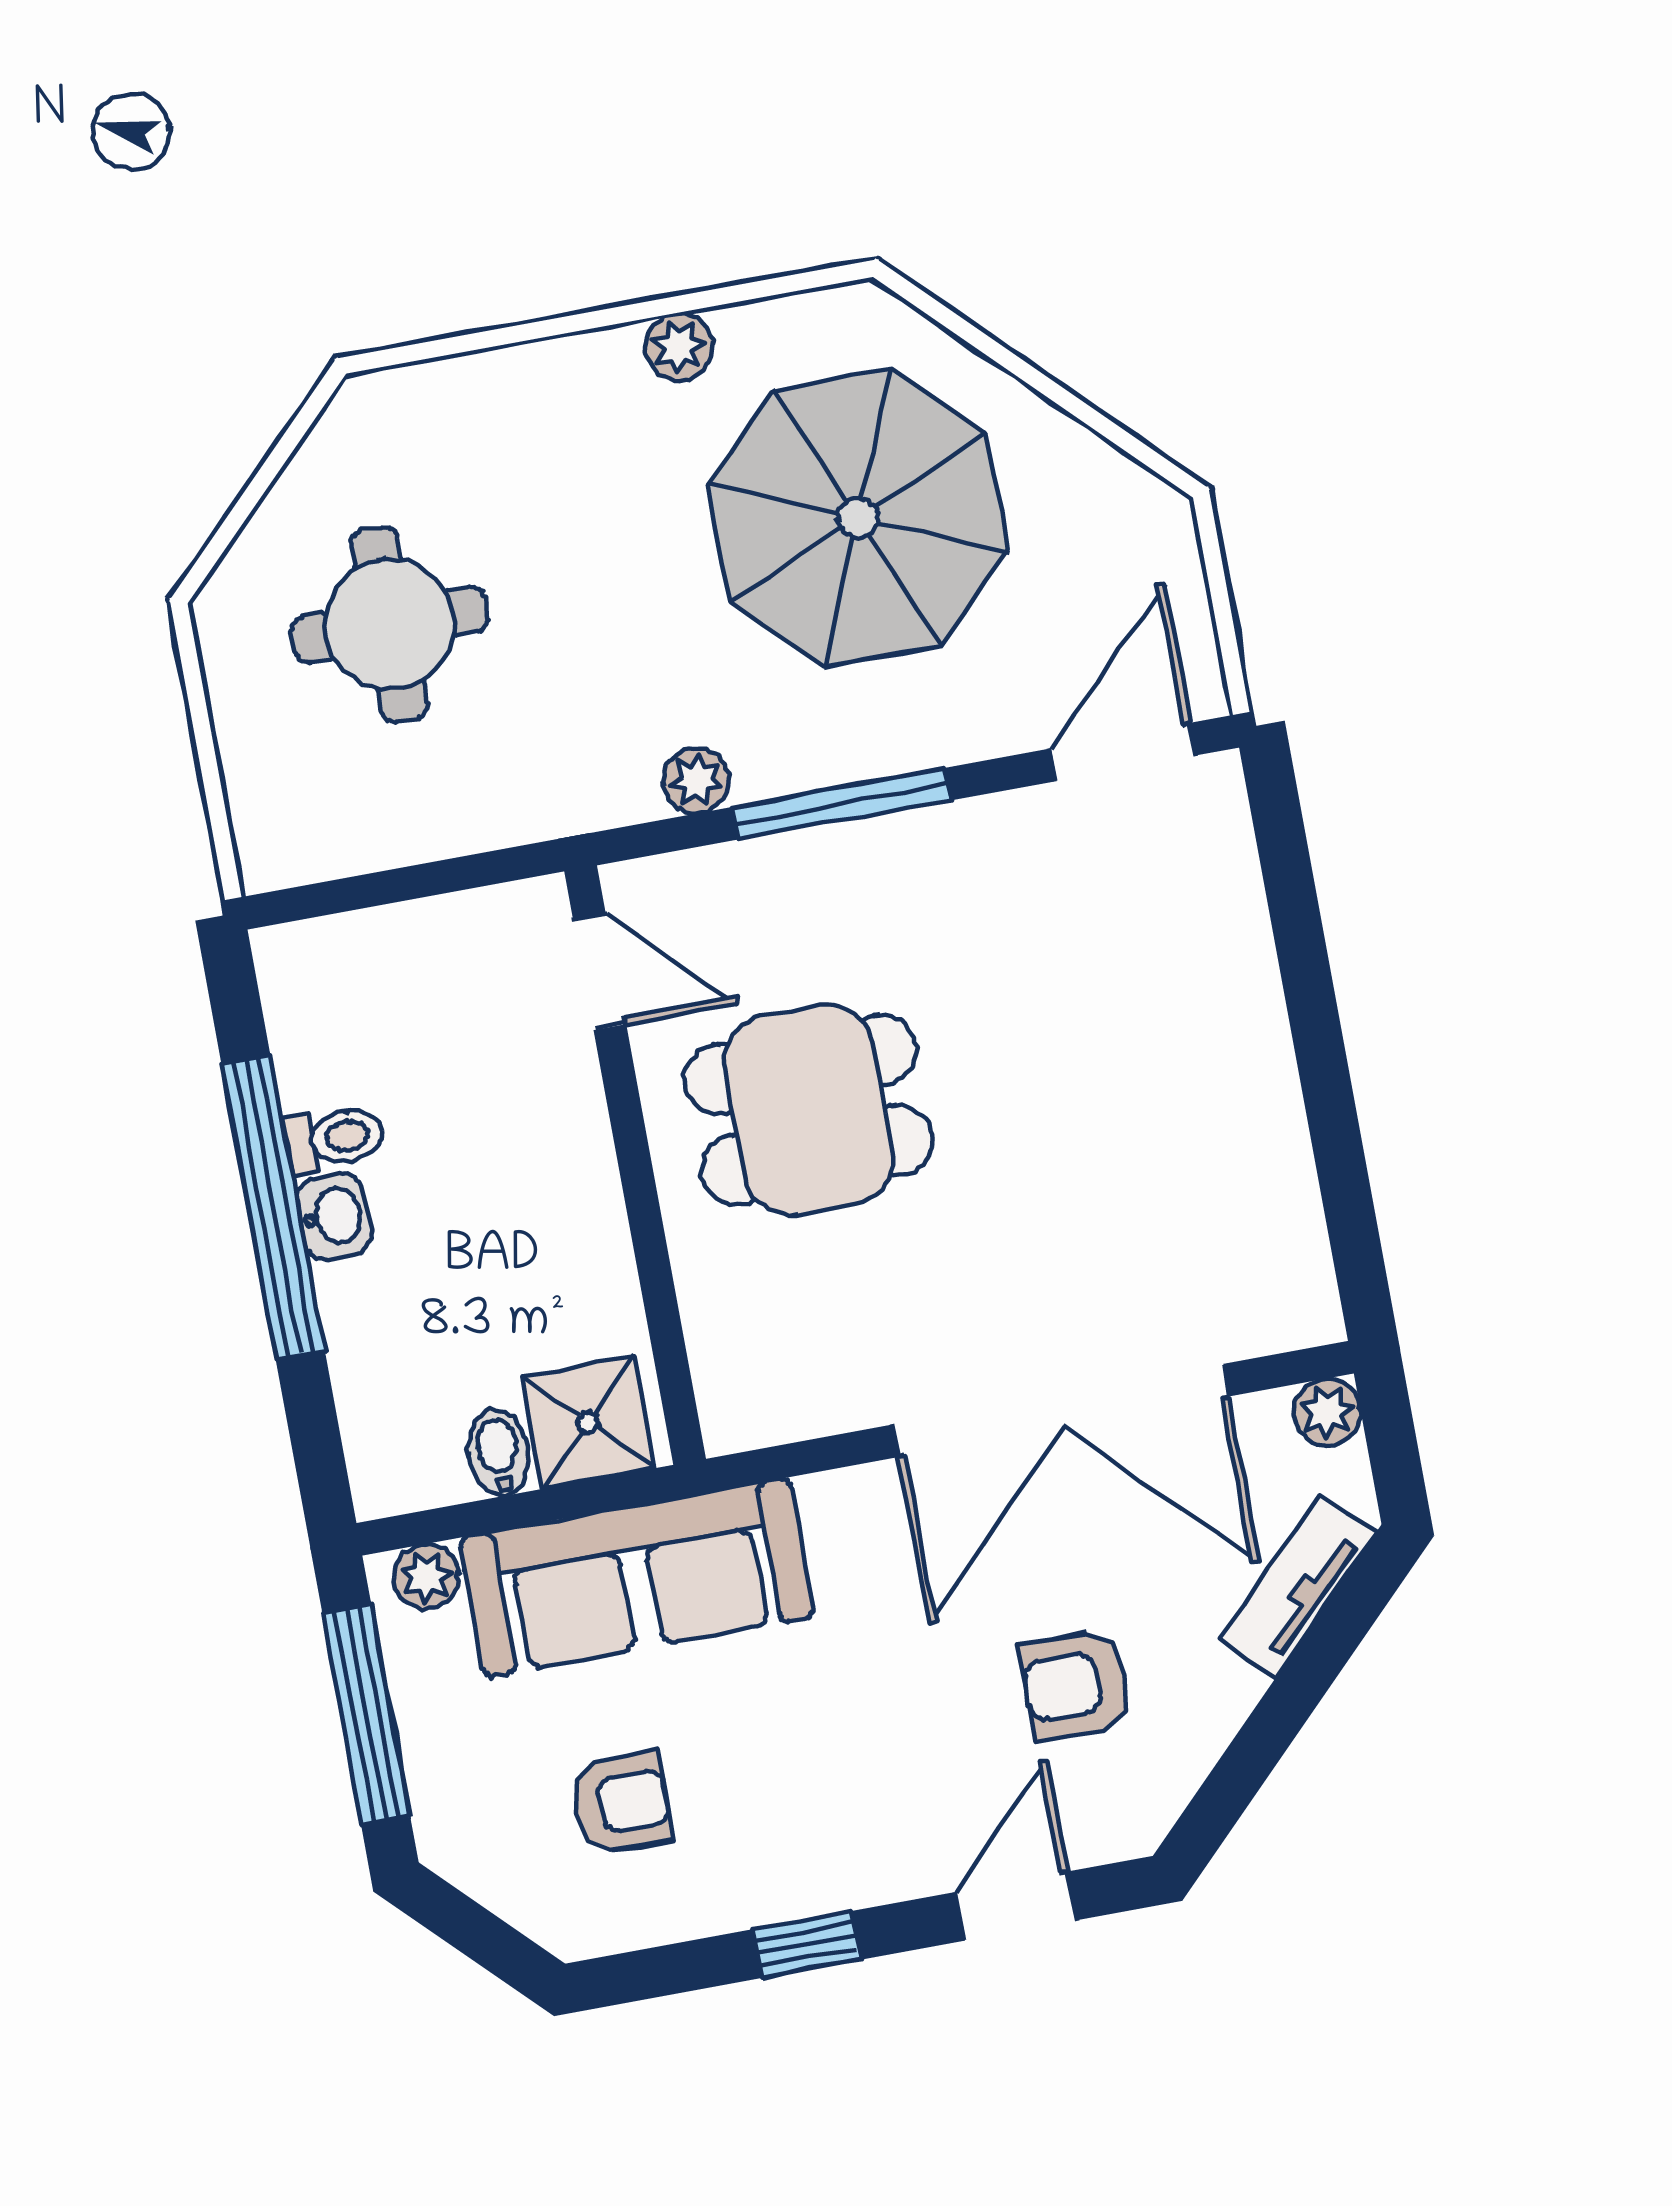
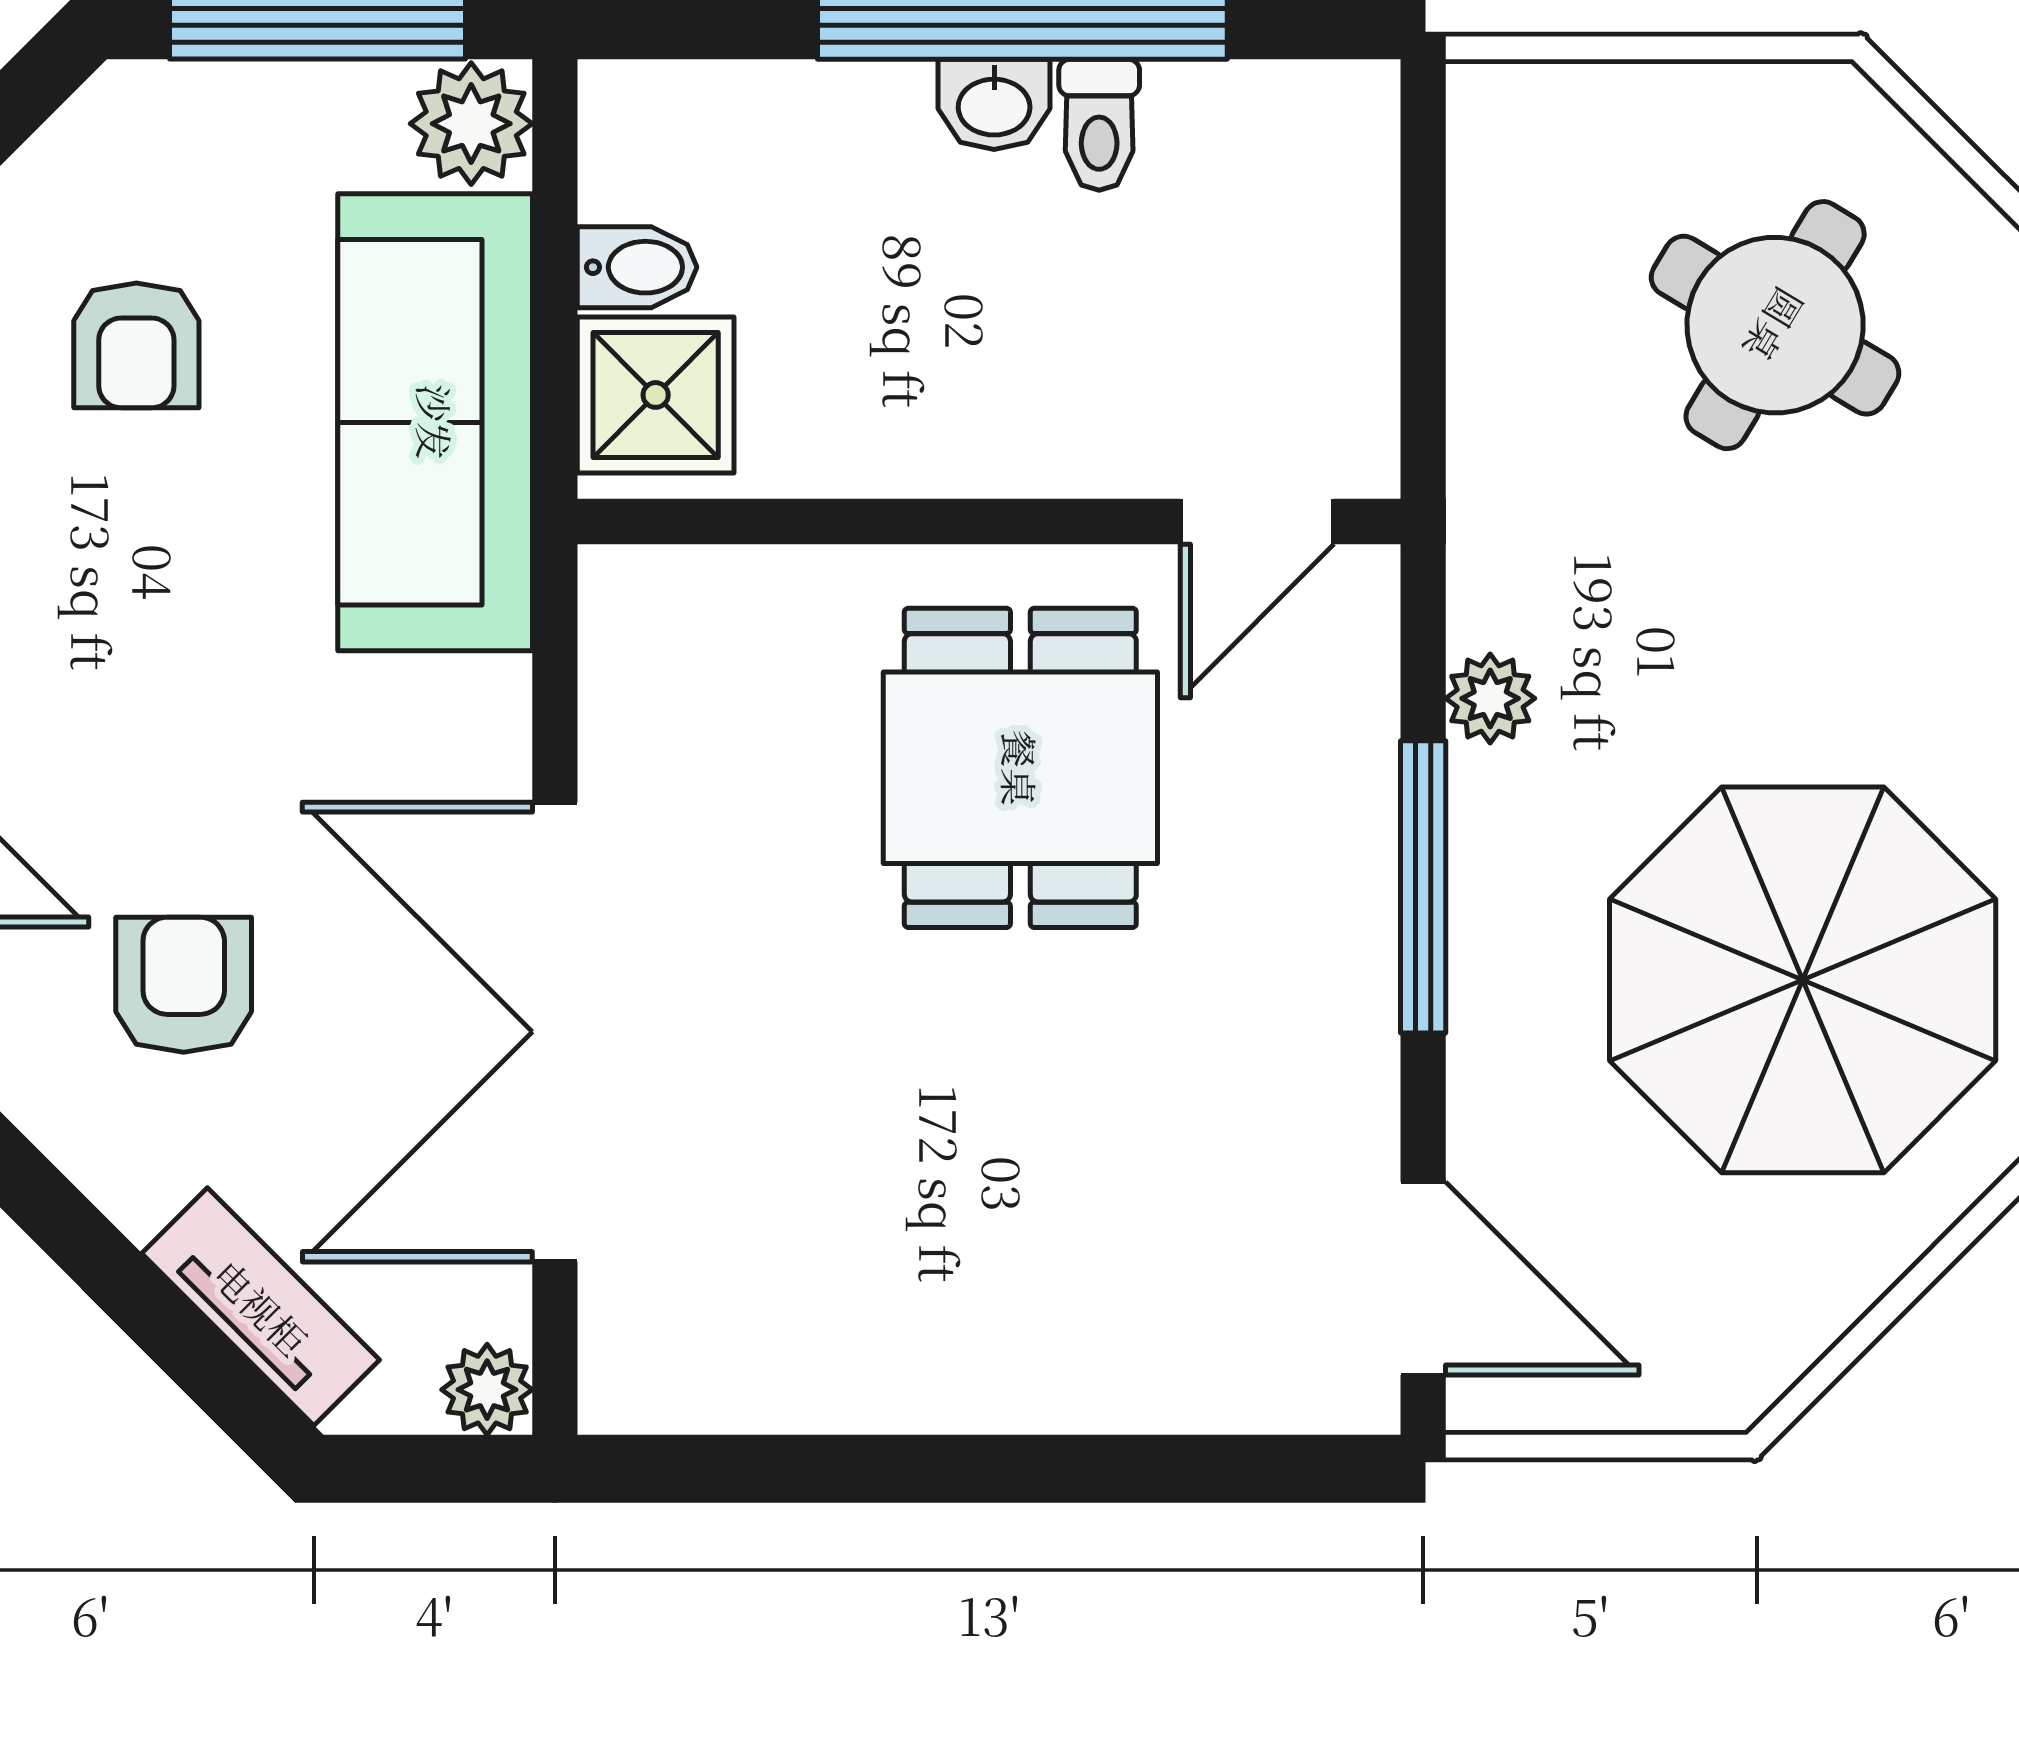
round table: (389, 624) -> (1775, 325), turned 31
plant: (427, 1577) -> (471, 124), width x1.38, depth x1.38

